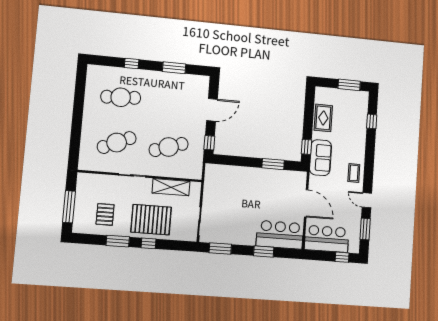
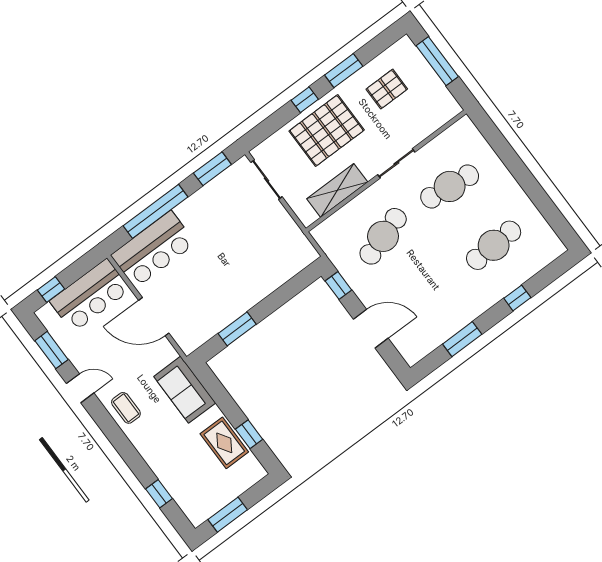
door: (212, 110) -> (371, 329), swing flipped
cafe table: (117, 143) -> (450, 186), turned 30
window: (306, 147) -> (249, 434), moved
pallet: (105, 214) -> (387, 89), turned 90
window: (264, 252) -> (156, 211), width x2.11

